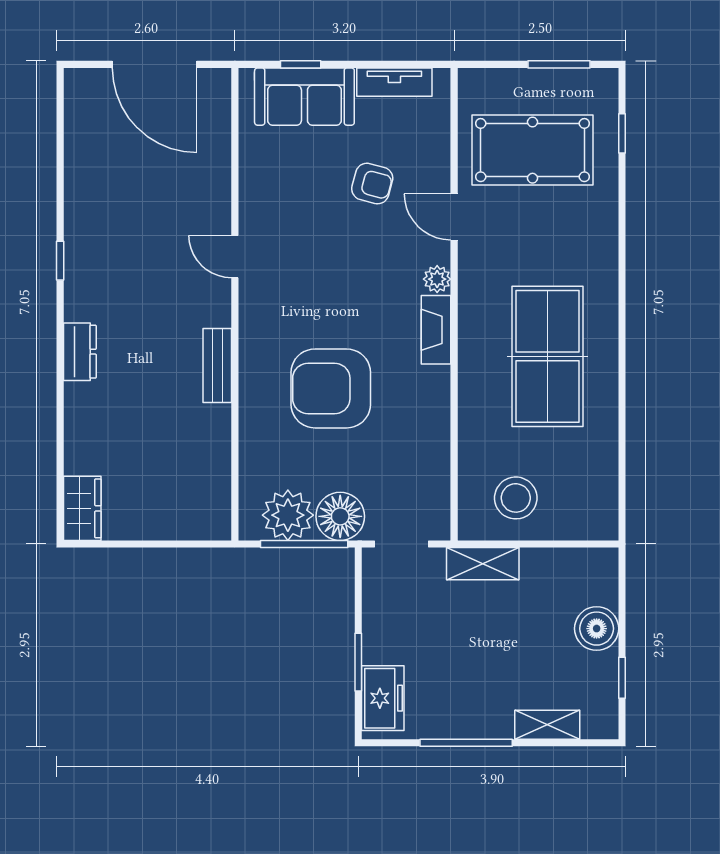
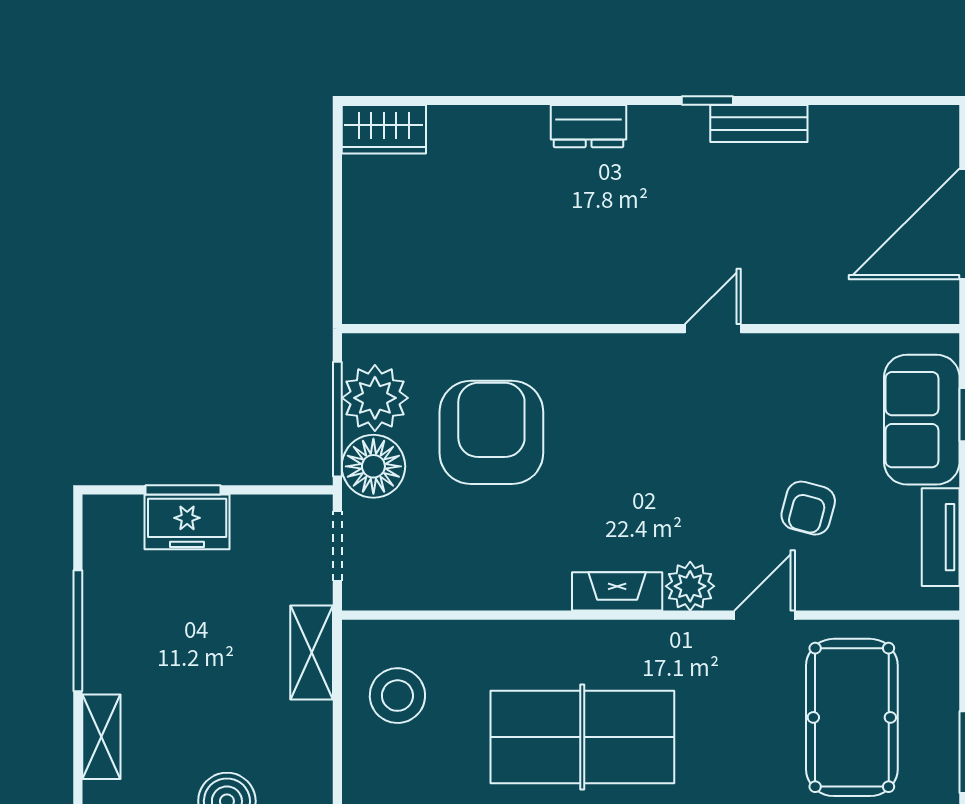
plant: (437, 279) -> (690, 586), width x1.38, depth x1.38
bench: (217, 365) -> (759, 124), moved
armchair: (331, 388) -> (491, 432), moved
freezer: (383, 698) -> (187, 522), moved

